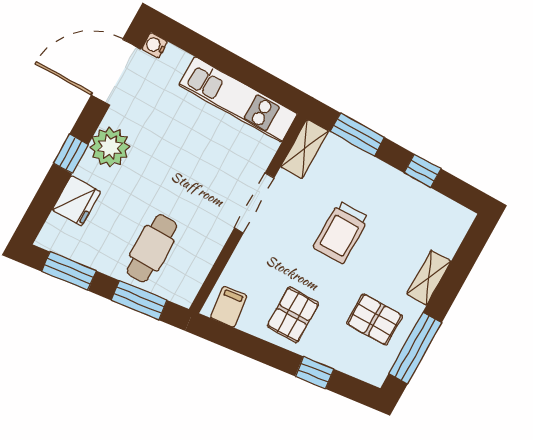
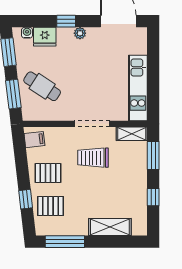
water cooler: (155, 45) -> (27, 33), moved
plant: (110, 147) -> (80, 33), width x0.53, depth x0.53
trolley: (341, 232) -> (93, 158), moved
cafe table: (152, 248) -> (42, 86), turned 33
shelving: (429, 278) -> (110, 227), width x1.50, depth x1.33
pallet: (375, 320) -> (51, 206), moved, turned 90

